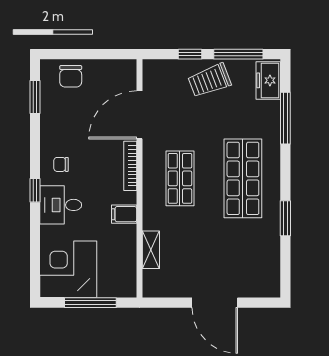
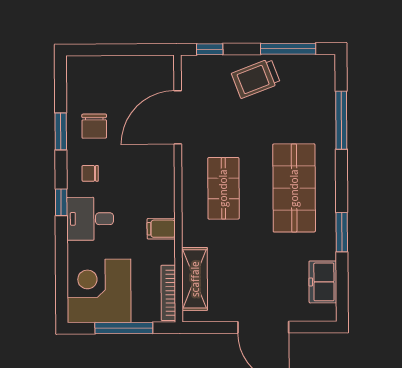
window: (190, 54) -> (210, 49), moved
chair: (71, 76) -> (94, 126), moved
freezer: (268, 80) -> (323, 282), moved
window: (35, 97) -> (61, 131), moved
bookcase: (130, 166) -> (168, 293), moved
shelving: (151, 250) -> (195, 279), width x1.50, depth x1.33

